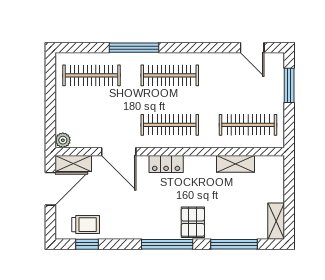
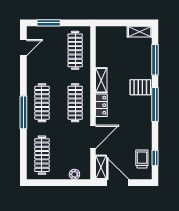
window: (134, 48) -> (23, 112), moved
plant: (63, 140) -> (74, 174), moved
shelving: (235, 164) -> (101, 80), moved

